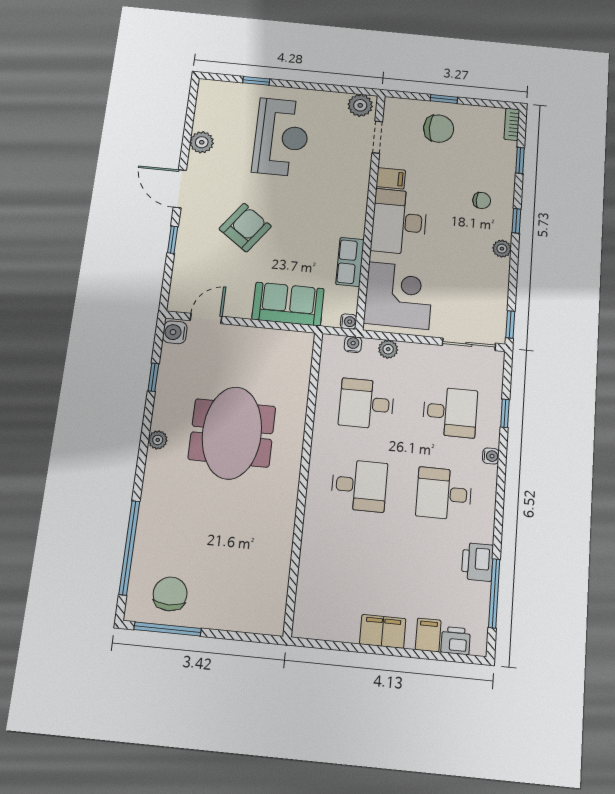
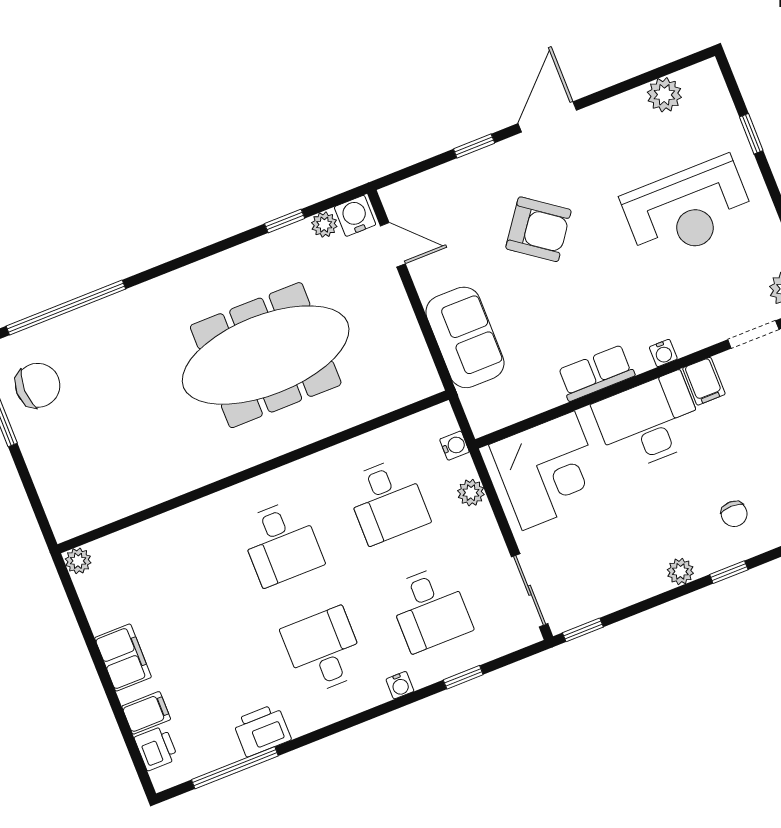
plant: (202, 142) -> (664, 95), moved
row of seats: (350, 262) -> (596, 373), moved
water cooler: (348, 322) -> (663, 353), moved
desk: (367, 404) -> (387, 501), turned 180
meeting table: (232, 433) -> (266, 355), width x1.36
plant: (158, 440) -> (324, 225), moved
plant: (302, 628) -> (78, 561), added

